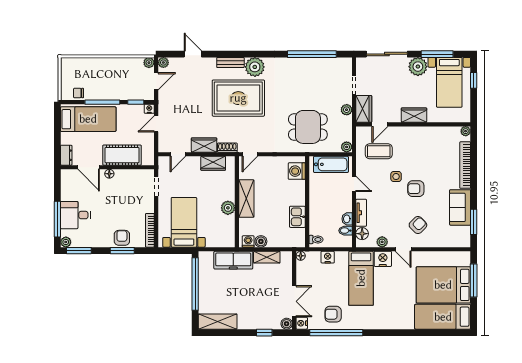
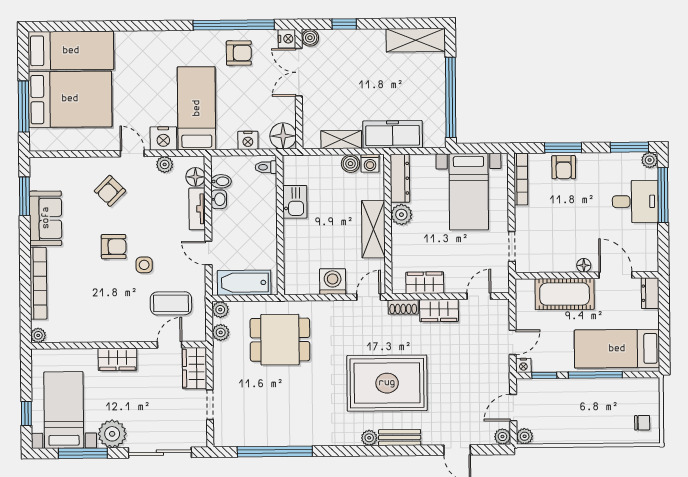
plant: (255, 67) -> (369, 438), width x0.53, depth x0.53
chair: (78, 93) -> (642, 423), moved
plant: (347, 110) -> (221, 332), moved
washing machine: (297, 171) -> (333, 282), moved, turned -90
dresser: (229, 232) -> (400, 178), added
floor lamp: (301, 256) -> (283, 136), width x1.89, depth x1.89

